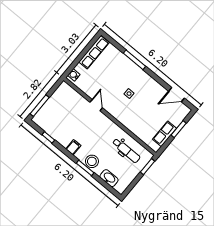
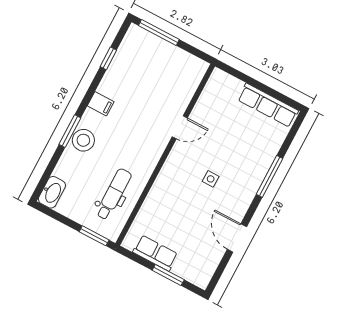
water cooler: (74, 75) -> (223, 79), removed
door: (176, 95) -> (237, 238), moved
dental chair: (126, 151) -> (114, 194), turned 180
washbasin: (109, 178) -> (52, 192), moved

